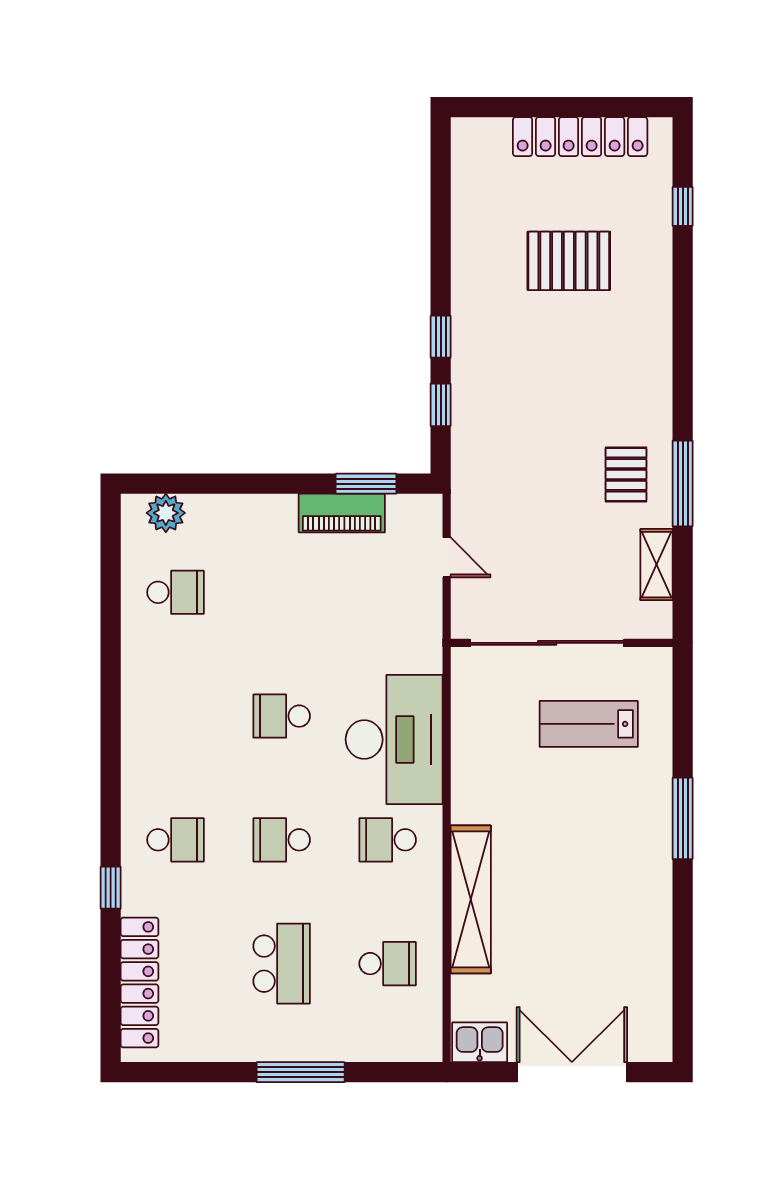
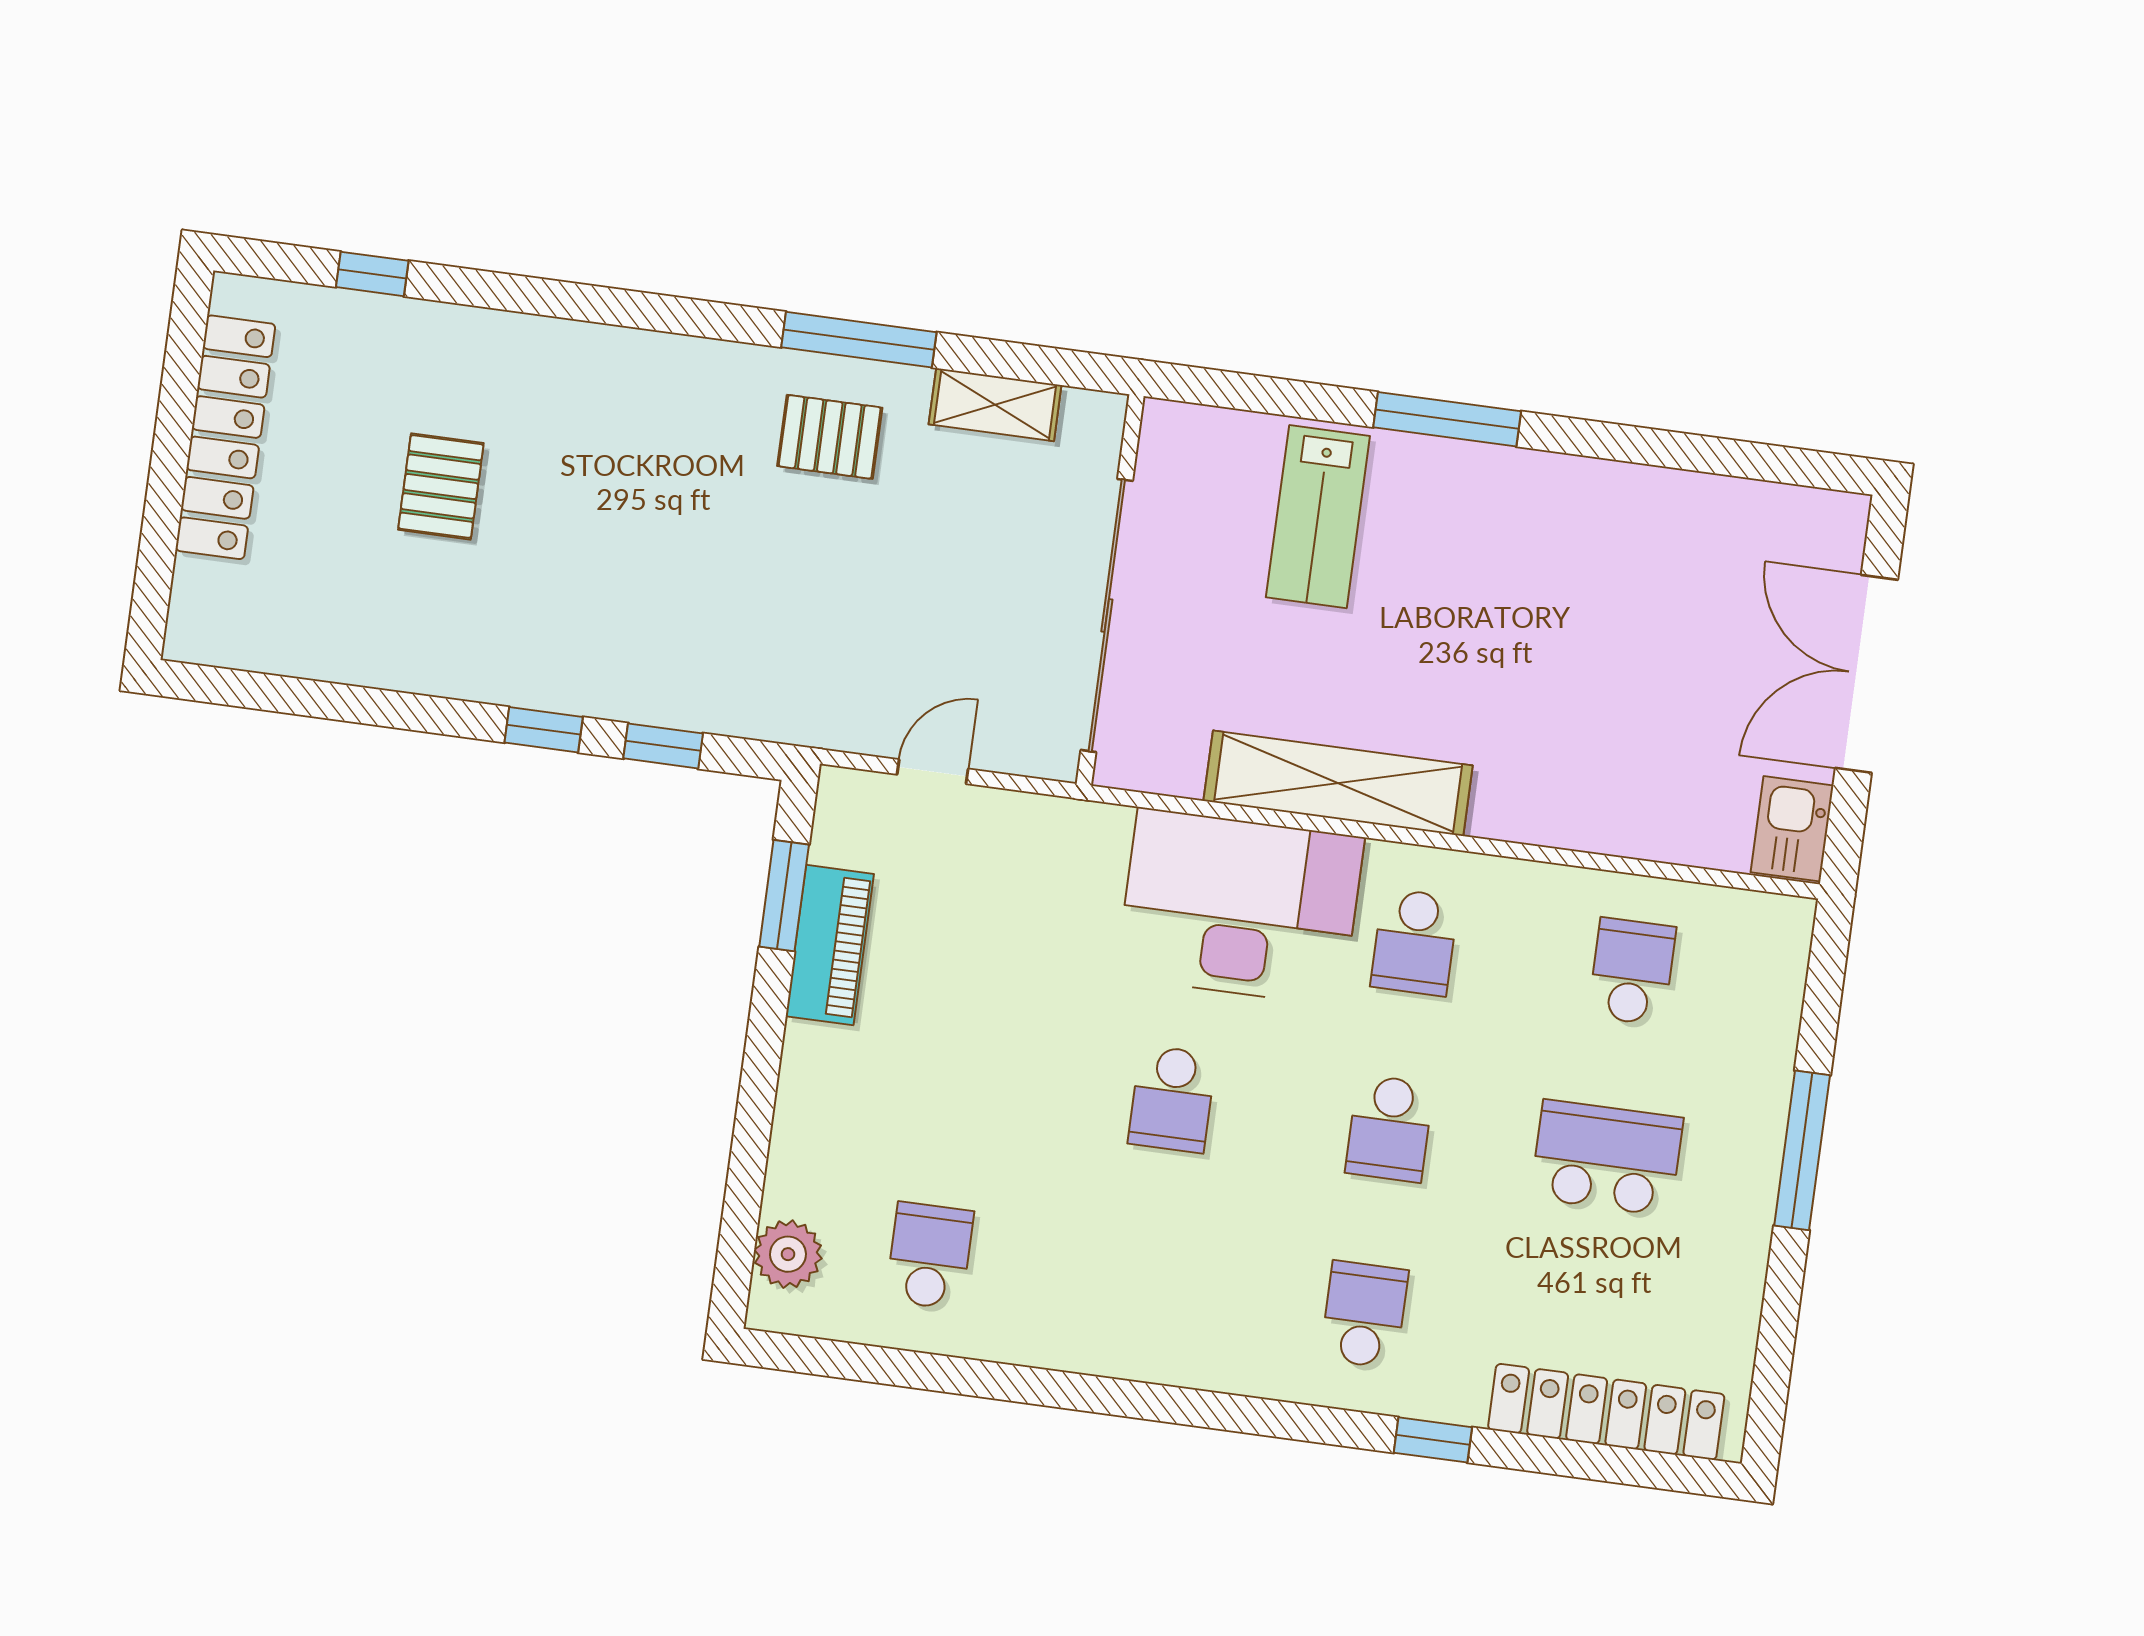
pallet: (569, 261) -> (441, 486), width x0.67, depth x0.71
lab bench: (589, 724) -> (1318, 517), moved
shelving: (471, 899) -> (1338, 783), moved

